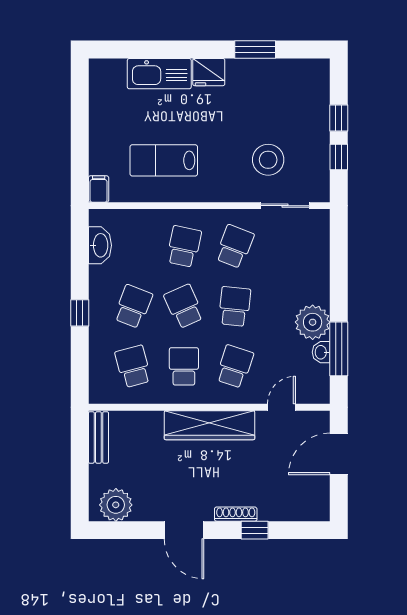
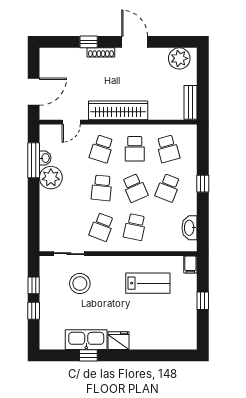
window: (255, 50) -> (88, 355), width x0.67
kitchen sink: (159, 74) -> (86, 340), moved
window: (80, 133) -> (203, 301), added

